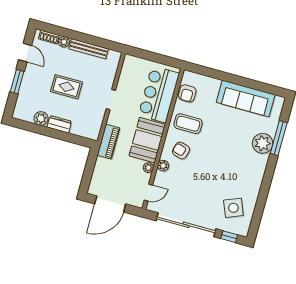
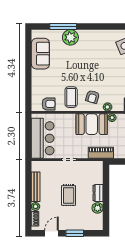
bar counter: (159, 94) -> (43, 138), moved, turned -90
sofa: (246, 98) -> (40, 54), width x0.73

